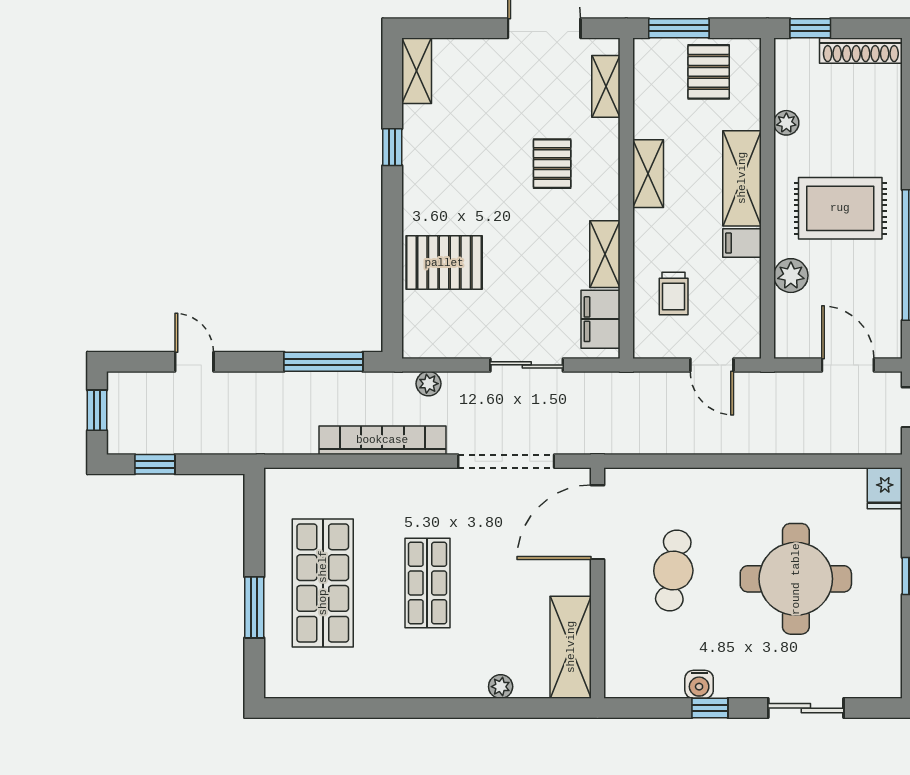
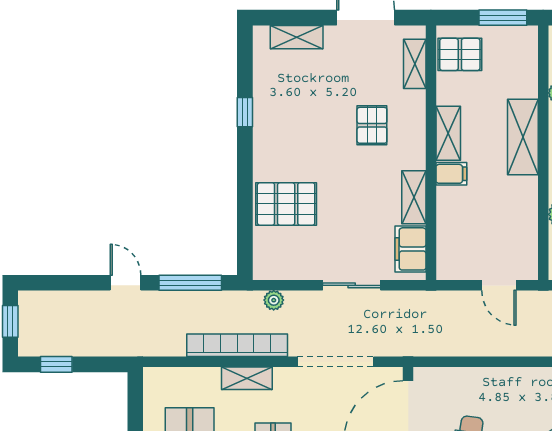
window: (679, 28) -> (503, 18), moved
shelving: (417, 71) -> (297, 37), moved, turned 90
pallet: (709, 72) -> (460, 54), moved, turned 90
filing cabinet: (742, 243) -> (451, 174), moved, turned 180
trolley: (674, 294) -> (468, 229), removed
door: (194, 362) -> (126, 283), moved
shelving: (395, 482) -> (247, 378), added

